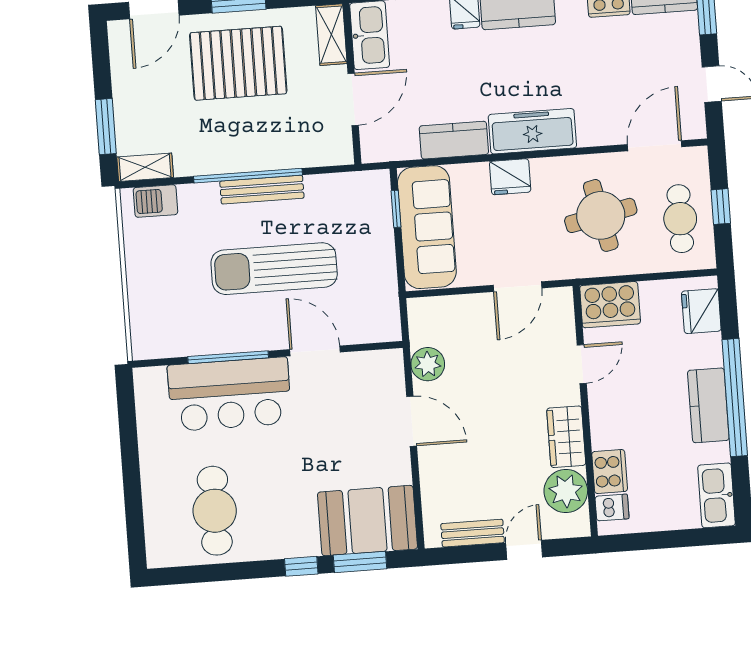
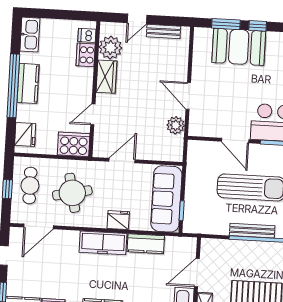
booth: (367, 521) -> (239, 47), moved

